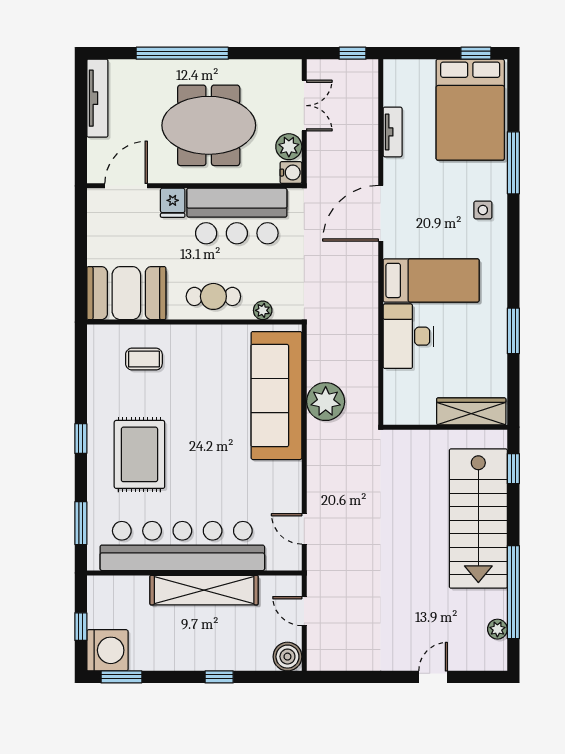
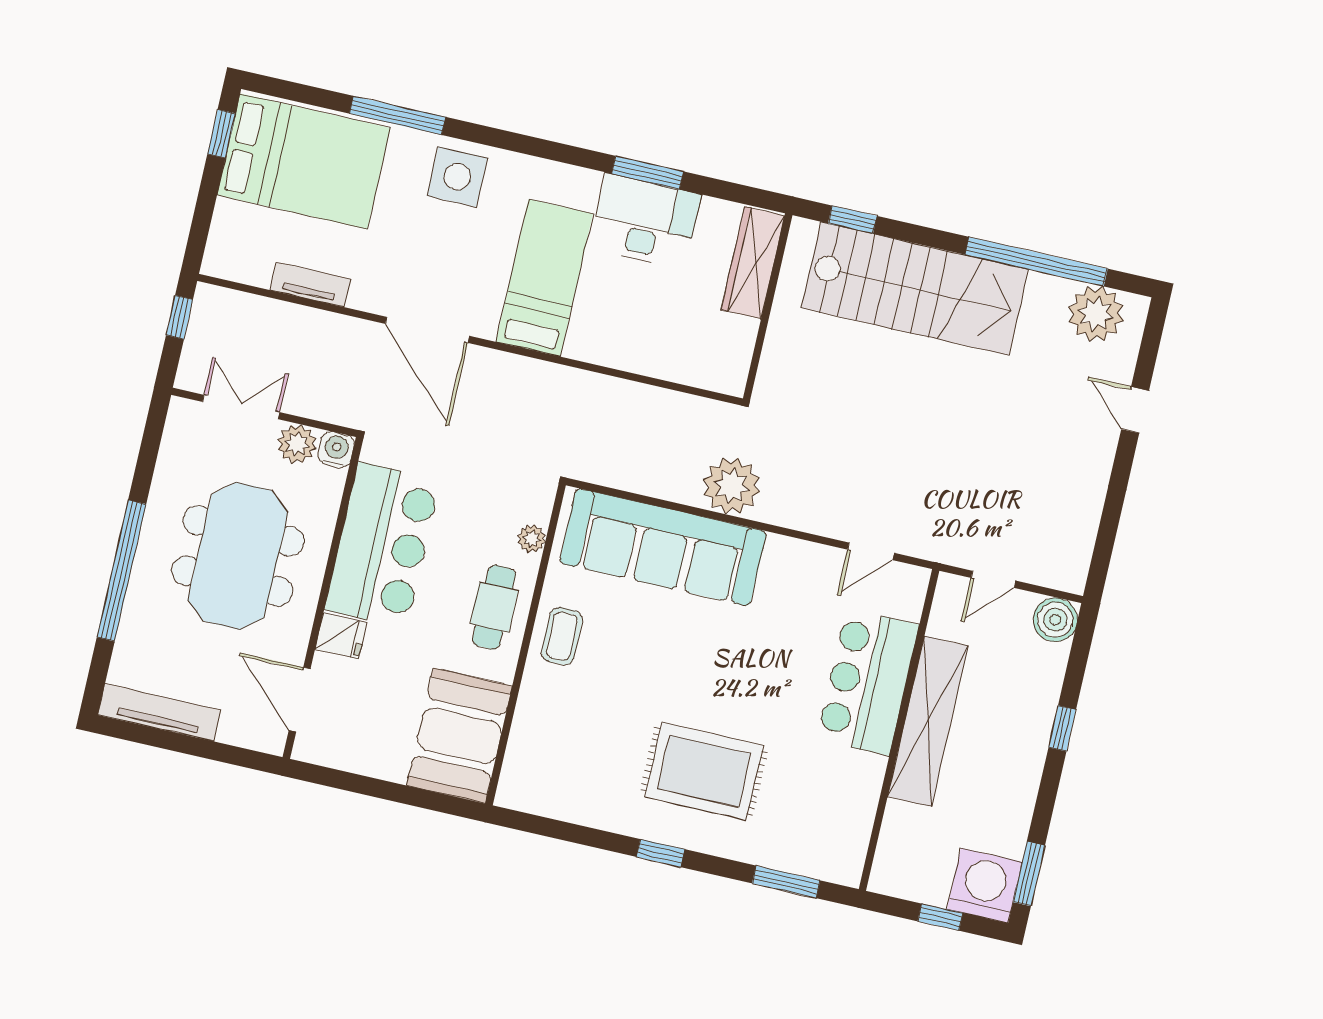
side table: (483, 210) -> (457, 177), width x1.87, depth x1.87
desk: (408, 336) -> (645, 221), moved, turned 180
coffee table: (144, 359) -> (562, 636), moved
plant: (326, 402) -> (732, 486), moved
bar counter: (182, 546) -> (868, 682), width x0.54
plant: (497, 629) -> (1096, 314), width x1.88, depth x1.88

